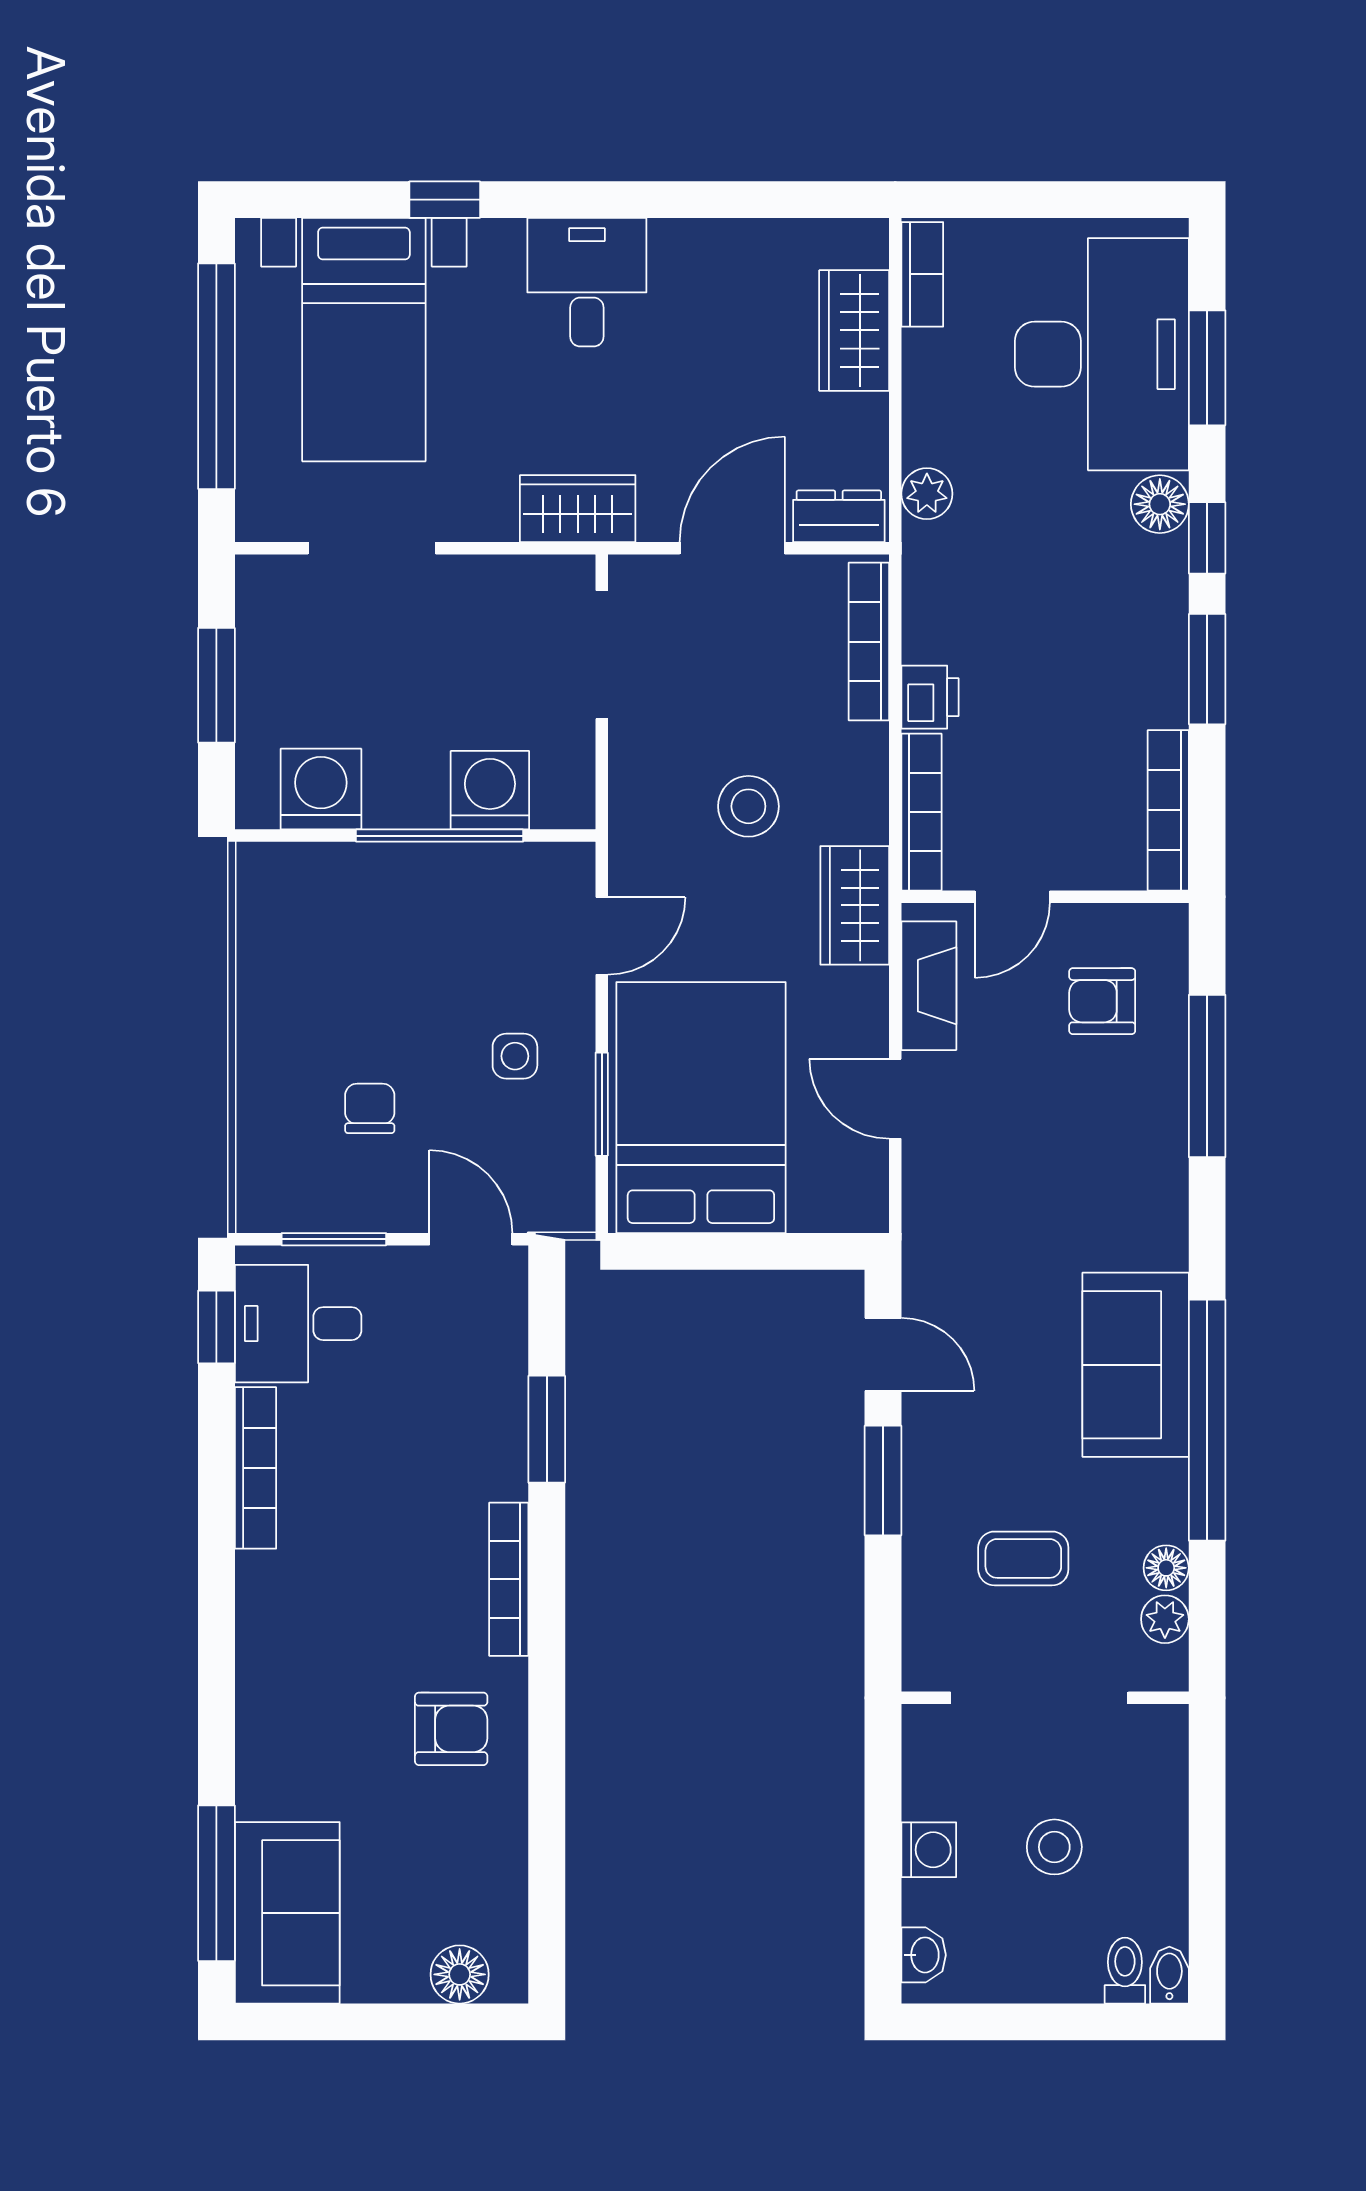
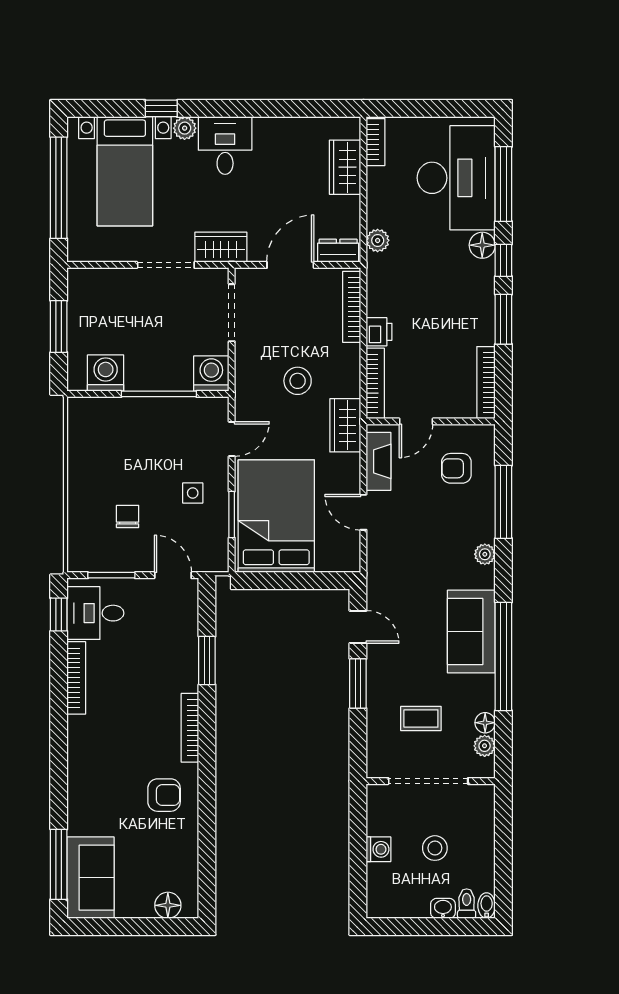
plant: (497, 243) -> (185, 128), added
window: (1207, 368) -> (503, 184), width x1.44
doorway: (372, 548) -> (166, 265), moved
washing machine: (490, 790) -> (211, 374), moved
plant: (1166, 1193) -> (485, 554), added
washbasin: (924, 1955) -> (443, 908), moved, turned -90

